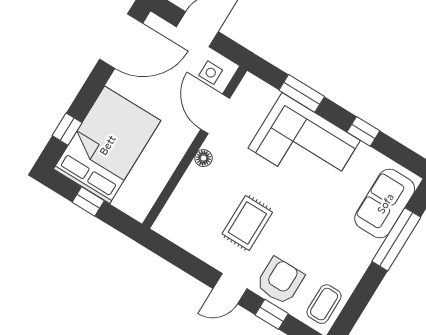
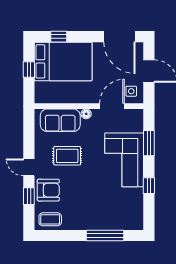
sofa: (385, 203) -> (60, 120), moved, turned 180

